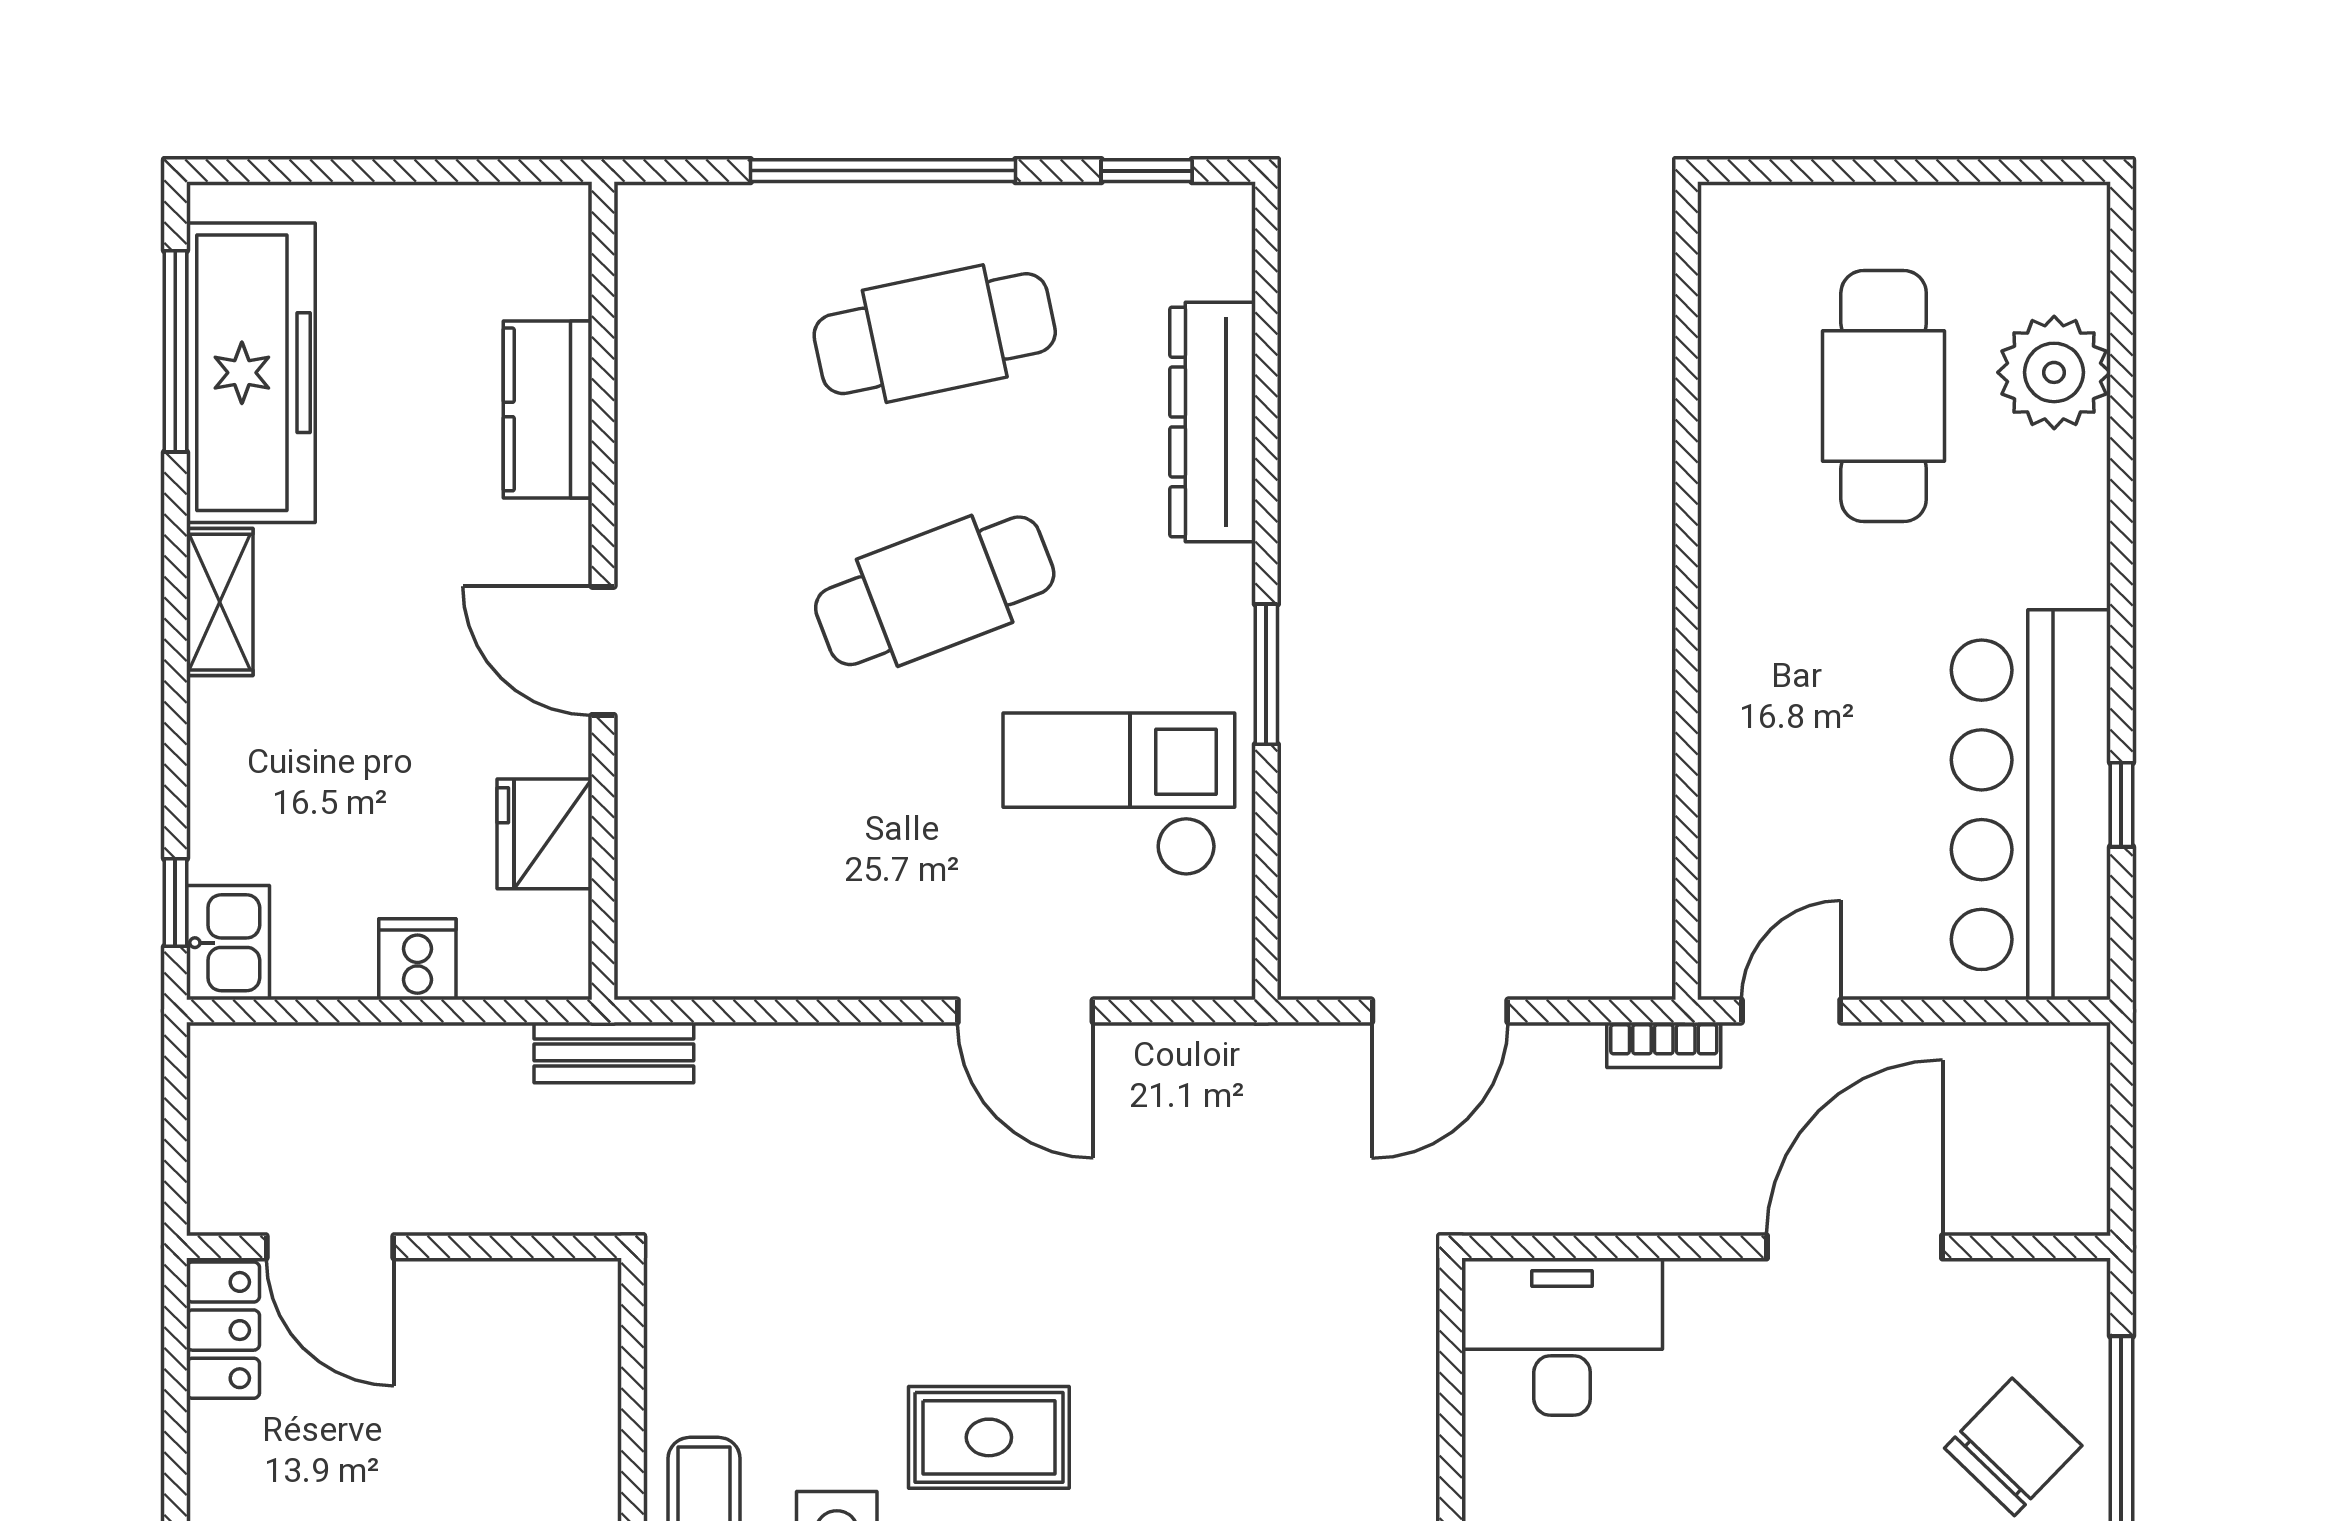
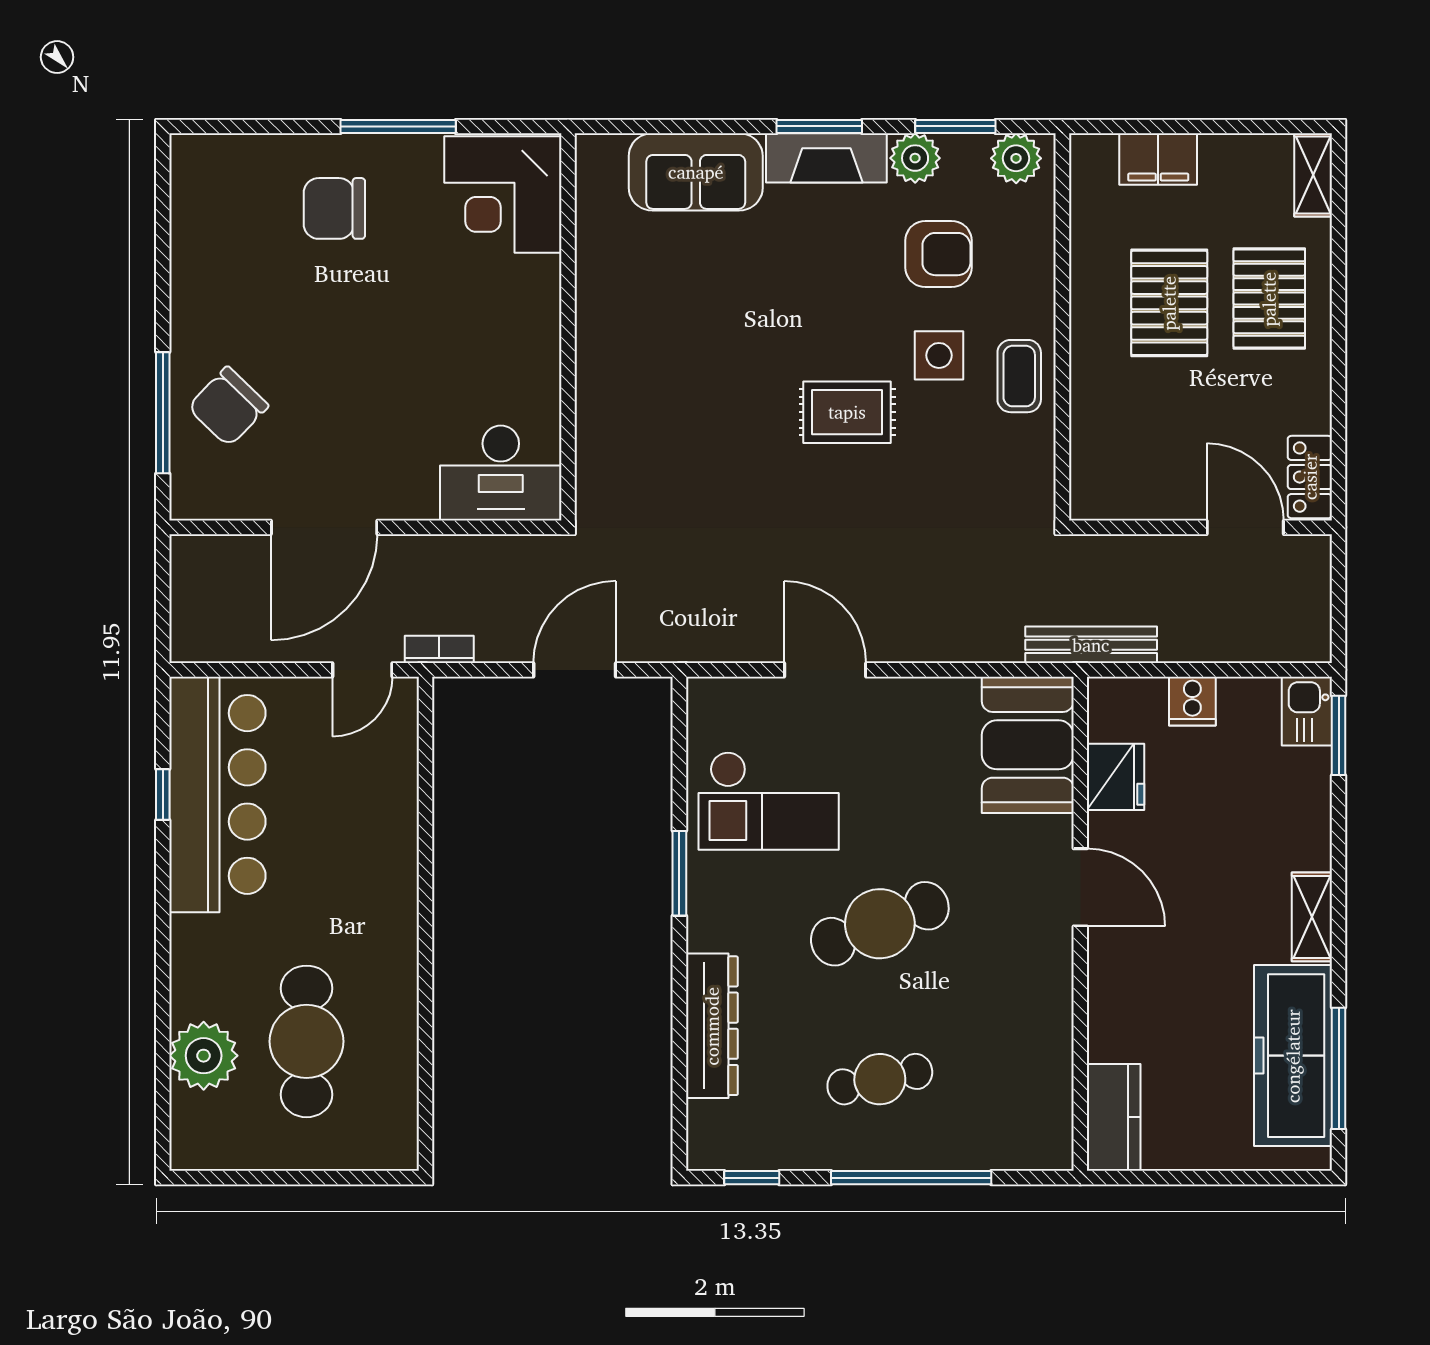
cafe table: (935, 334) -> (880, 1079), width x0.73, depth x0.74
kitchen counter: (548, 409) -> (1114, 1117), moved
booth: (690, 887) -> (1028, 745), added
window: (175, 903) -> (1339, 735), width x1.50
bench: (614, 1052) -> (1091, 645), width x1.36

